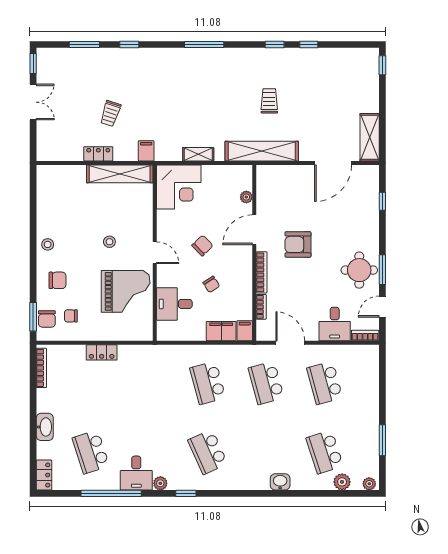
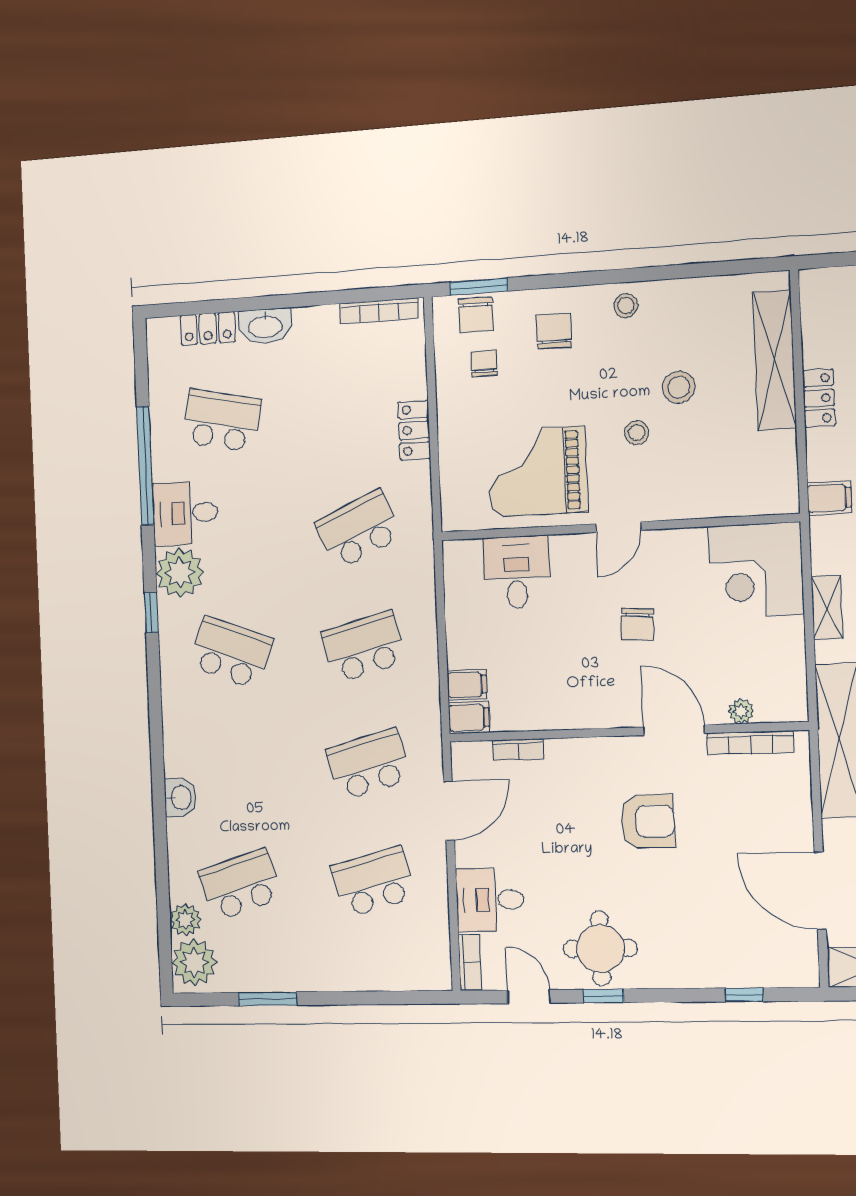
shelving: (120, 174) -> (775, 360), moved
stool: (89, 220) -> (679, 387), added
armchair: (298, 244) -> (647, 821), turned 90
chair: (202, 246) -> (637, 624), turned 48
window: (382, 270) -> (603, 996), width x0.67
bookcase: (262, 272) -> (750, 743), moved
chair: (58, 280) -> (554, 331), turned 180
chair: (211, 284) -> (559, 646), removed
grand piano: (126, 291) -> (537, 472), turned 90
chair: (47, 319) -> (476, 315), turned -90
filing cabinet: (221, 331) -> (467, 685), width x0.50
school desk: (149, 383) -> (359, 529), added
school desk: (91, 452) -> (221, 421), turned 30
school desk: (208, 452) -> (231, 652), turned 45
locker: (44, 475) -> (208, 329), moved
plant: (160, 483) -> (180, 573), width x1.88, depth x1.88
plant: (369, 484) -> (194, 962), width x1.87, depth x1.87

